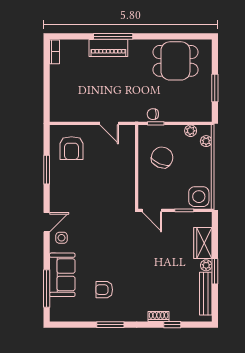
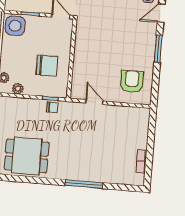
piano: (108, 48) -> (89, 174), removed
bookcase: (54, 52) -> (142, 161), moved
chair: (162, 157) -> (47, 66), turned -113
window: (47, 170) -> (158, 49), moved

